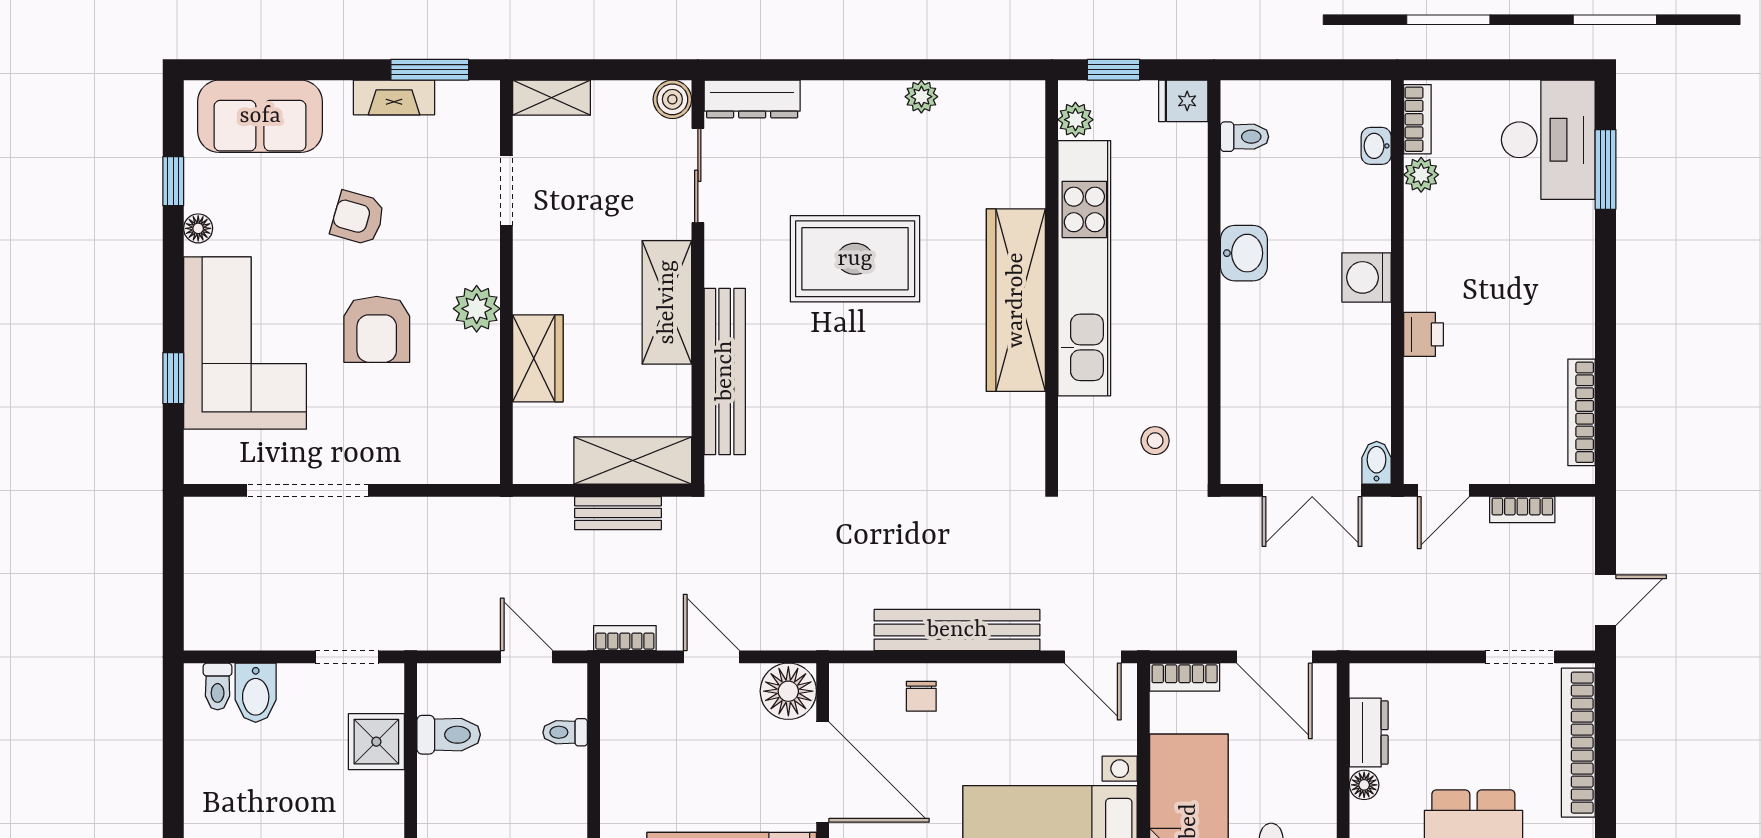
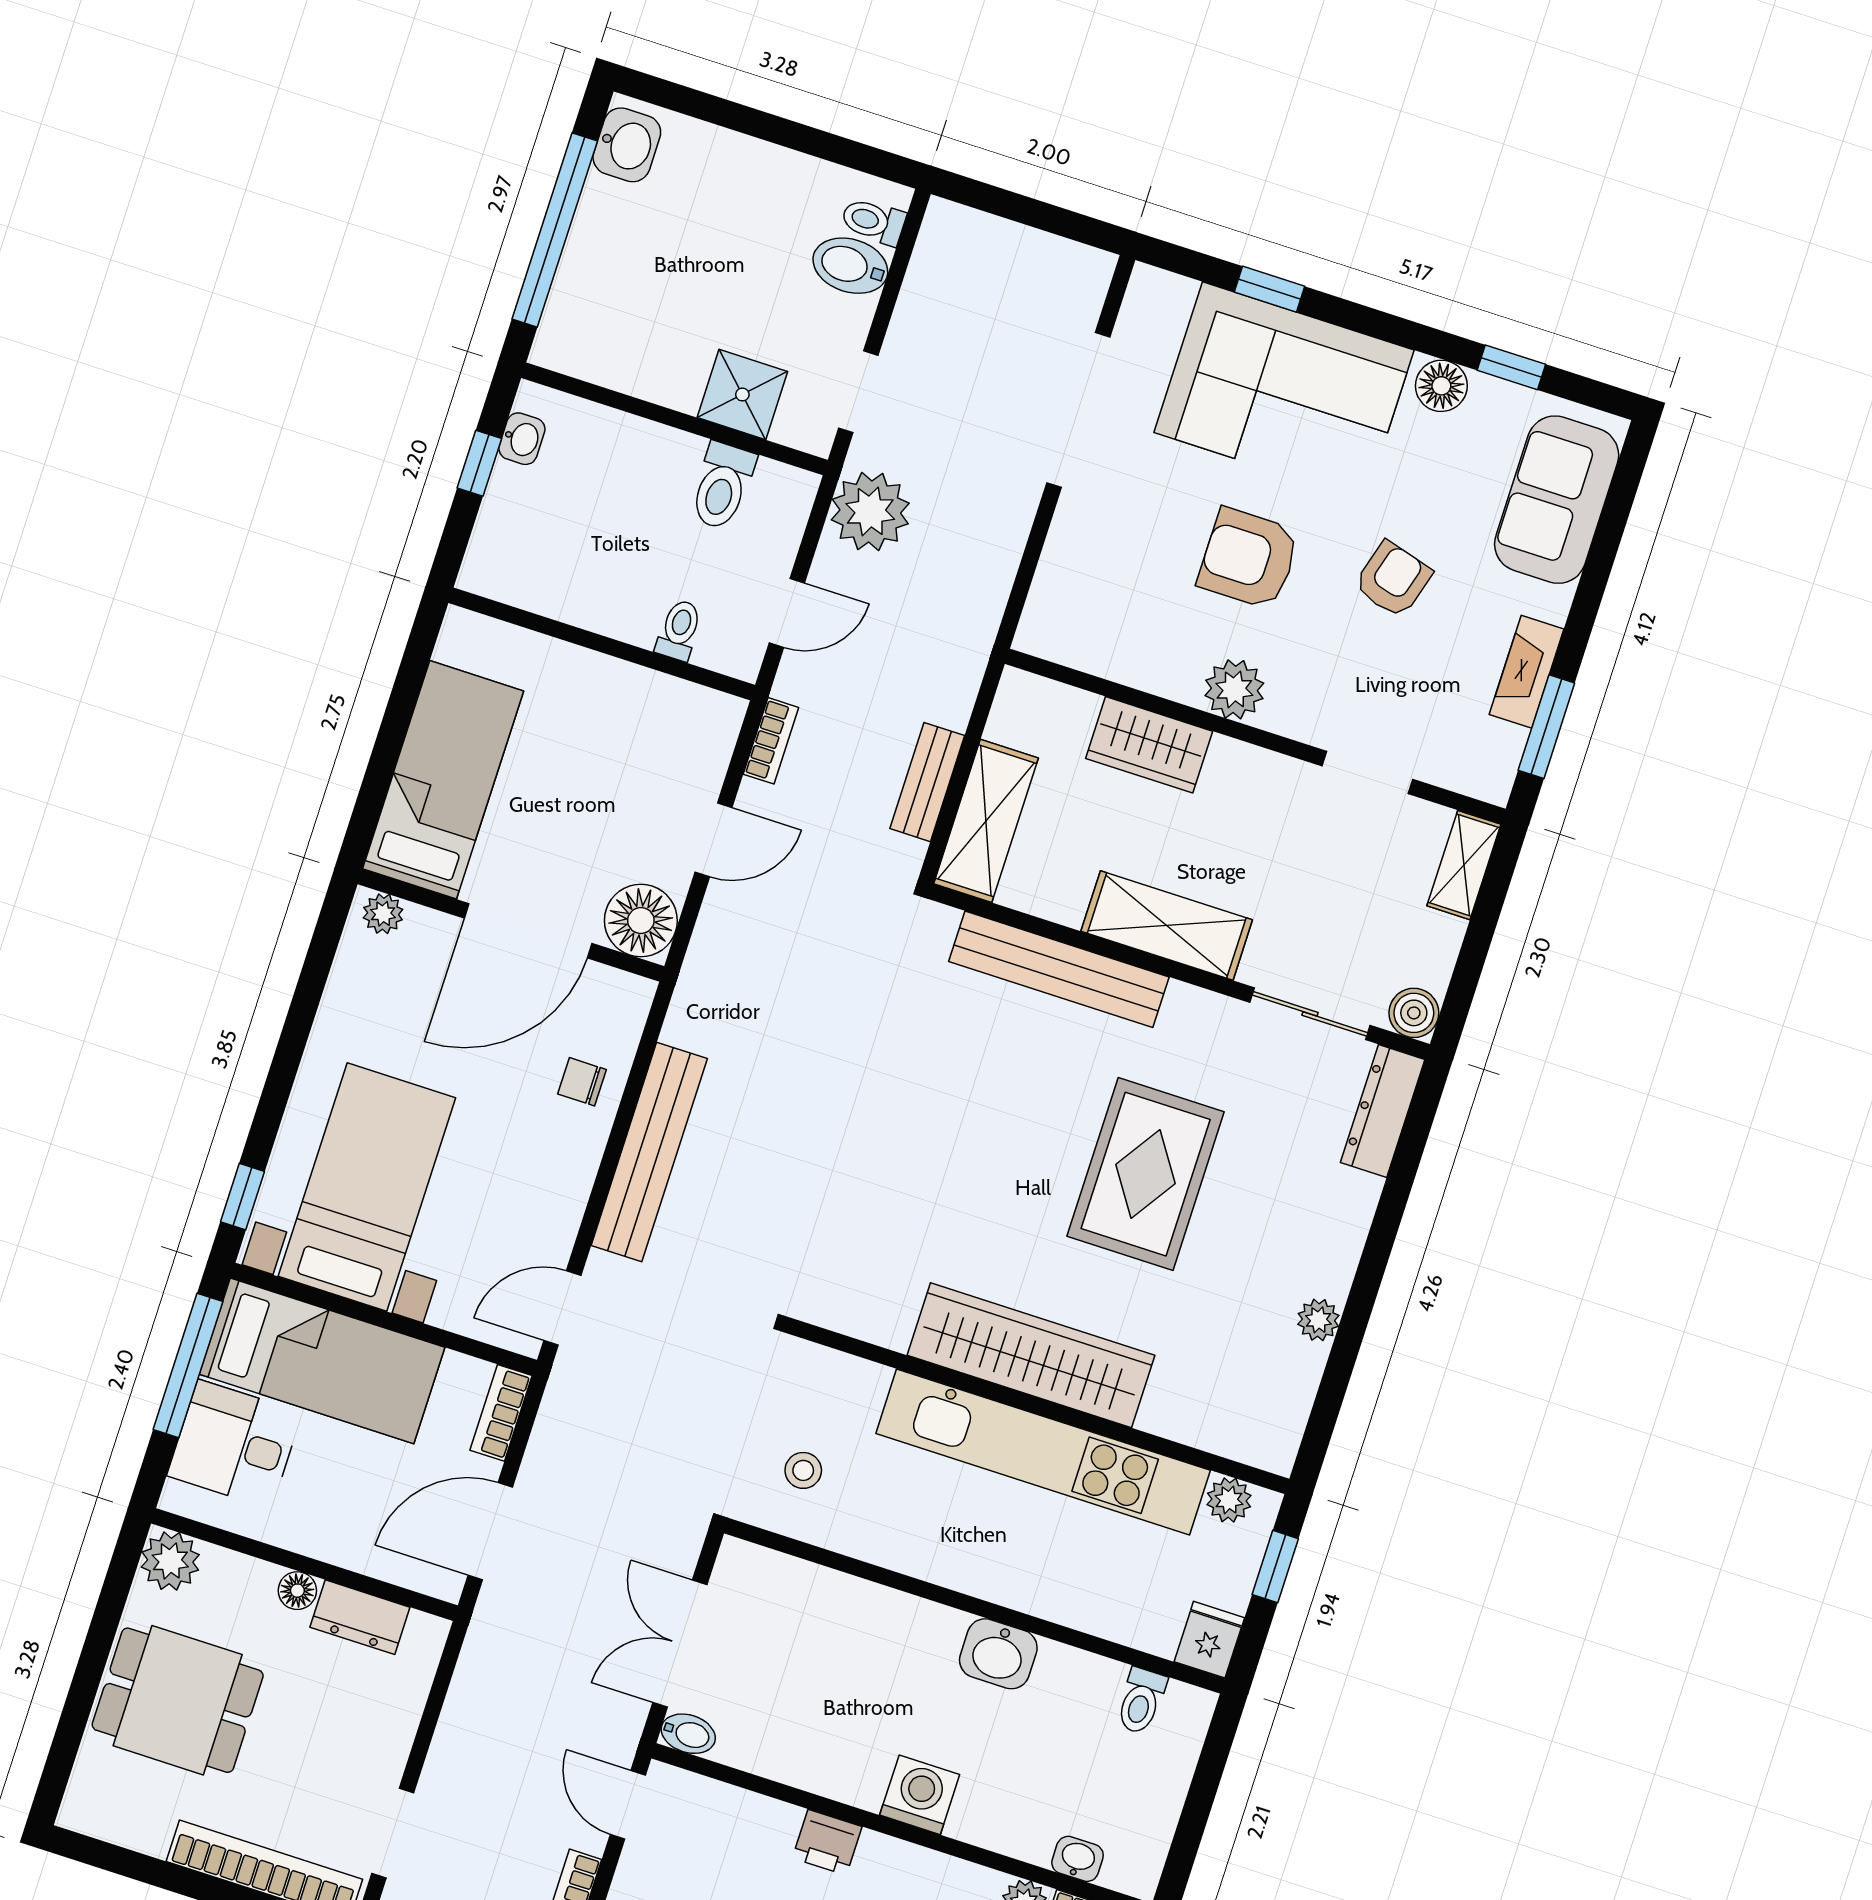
floor lamp: (198, 228) -> (1441, 386), width x1.37, depth x1.37
plant: (432, 620) -> (870, 511), added

